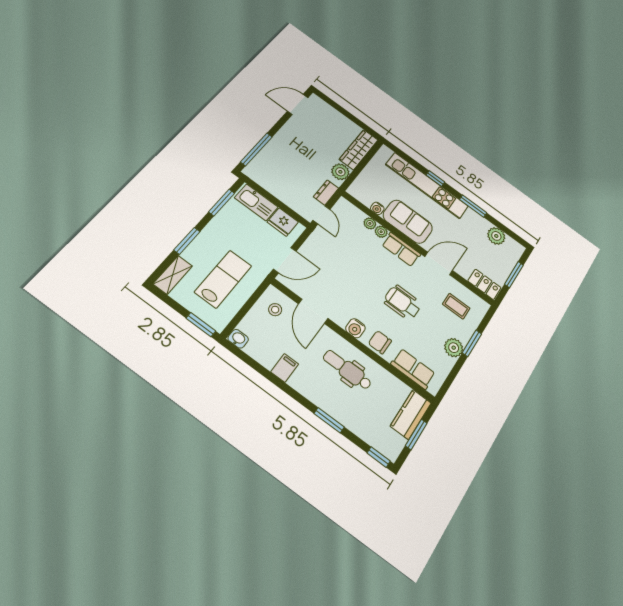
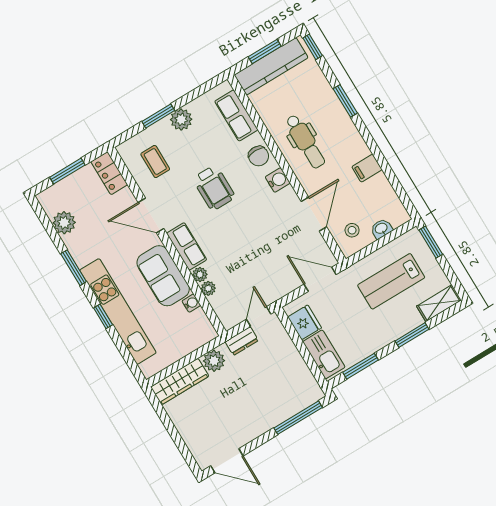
washbasin: (238, 339) -> (381, 229), moved, turned 90
kitchen counter: (411, 414) -> (271, 66), width x1.50

